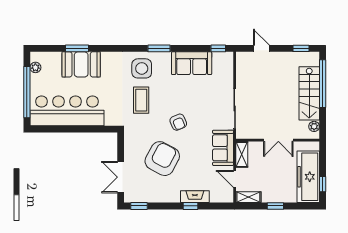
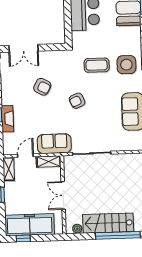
armchair: (162, 159) -> (42, 87), width x0.53, depth x0.53
double door: (121, 177) -> (23, 48), swing flipped

